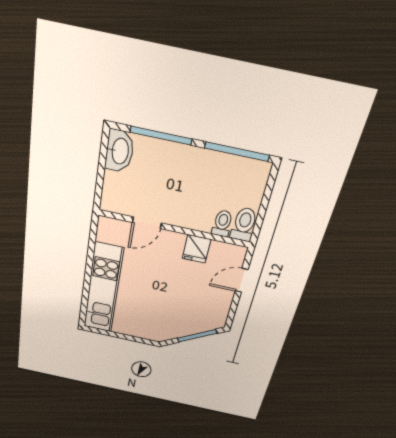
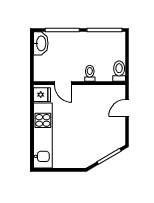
door: (147, 223) -> (63, 83), hinge flipped
toilet: (222, 223) -> (90, 73), moved
fridge: (197, 249) -> (42, 95), moved, turned -90

